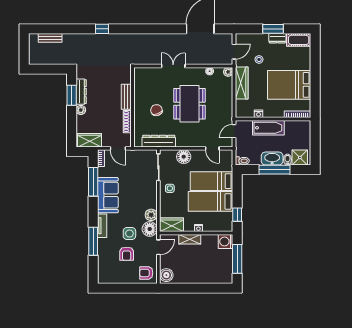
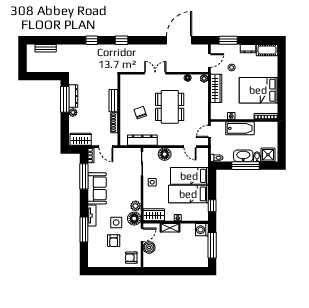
window: (135, 29) -> (121, 40), added
window: (273, 29) -> (228, 40), moved
window: (72, 95) -> (65, 99), width x1.44
boiler: (166, 275) -> (149, 247), moved

